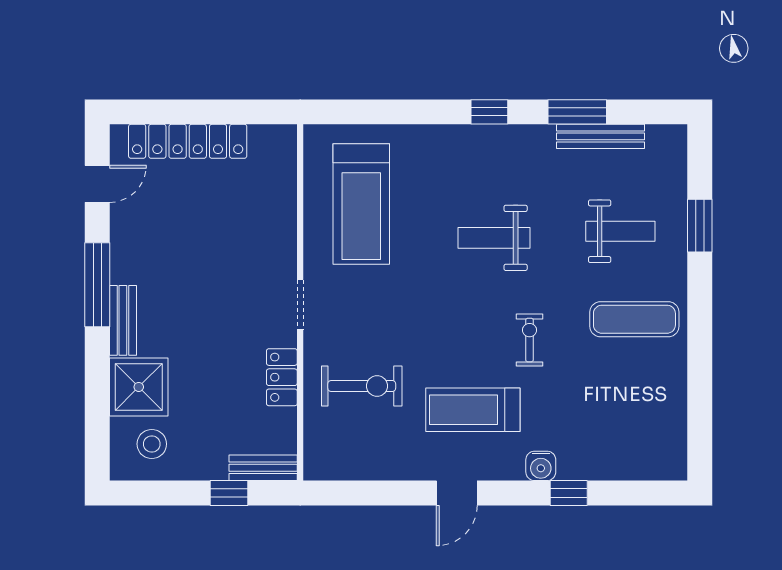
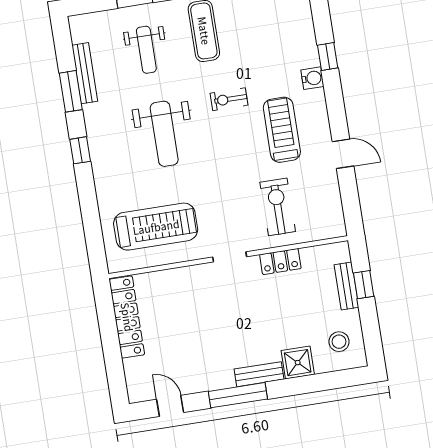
locker: (188, 141) -> (127, 317), moved
weight bench: (620, 231) -> (146, 50), turned 180
weight bench: (494, 238) -> (164, 134), width x1.36, depth x1.33
shower: (139, 387) -> (298, 363), width x0.73, depth x0.73
treadmill: (473, 410) -> (282, 130), turned 180
bench: (263, 468) -> (347, 286), moved
door: (457, 493) -> (343, 154), moved

